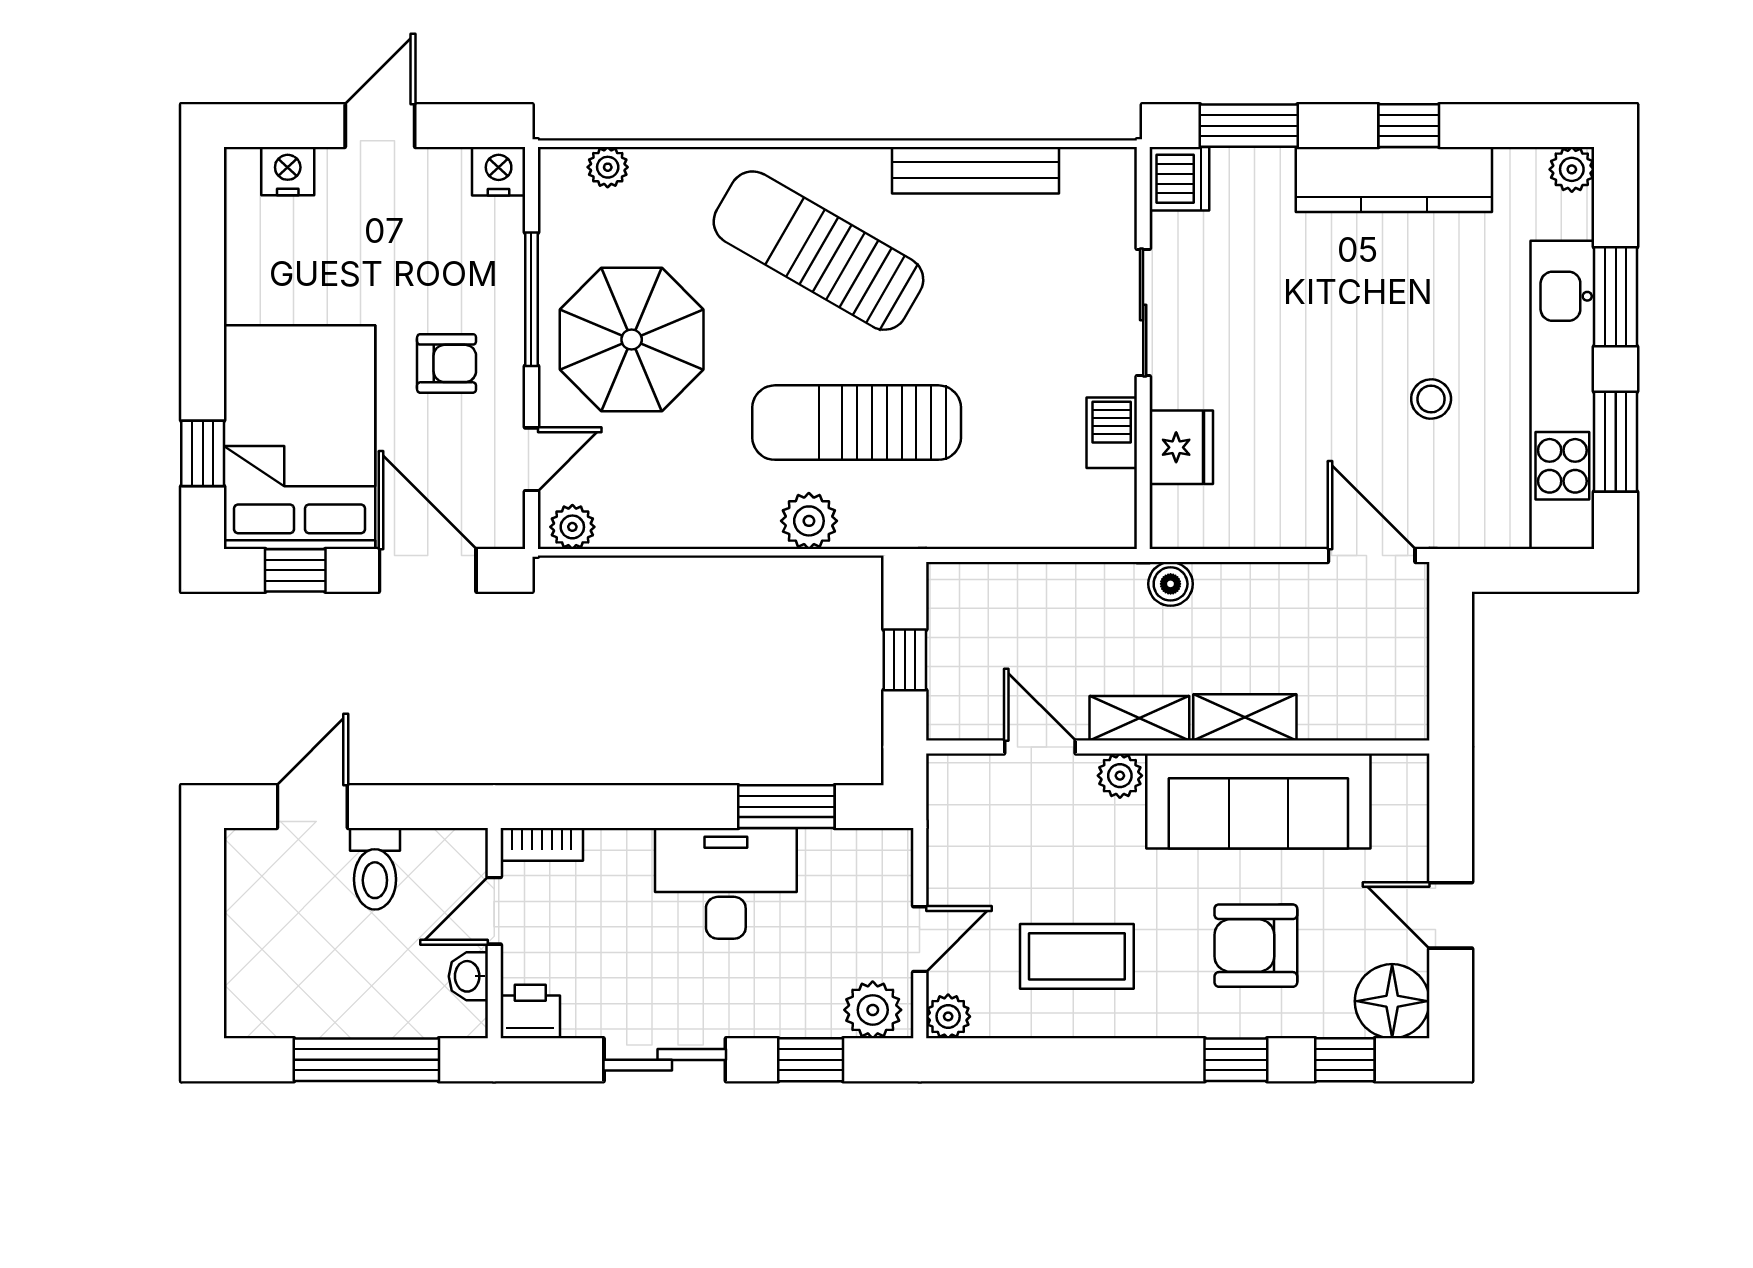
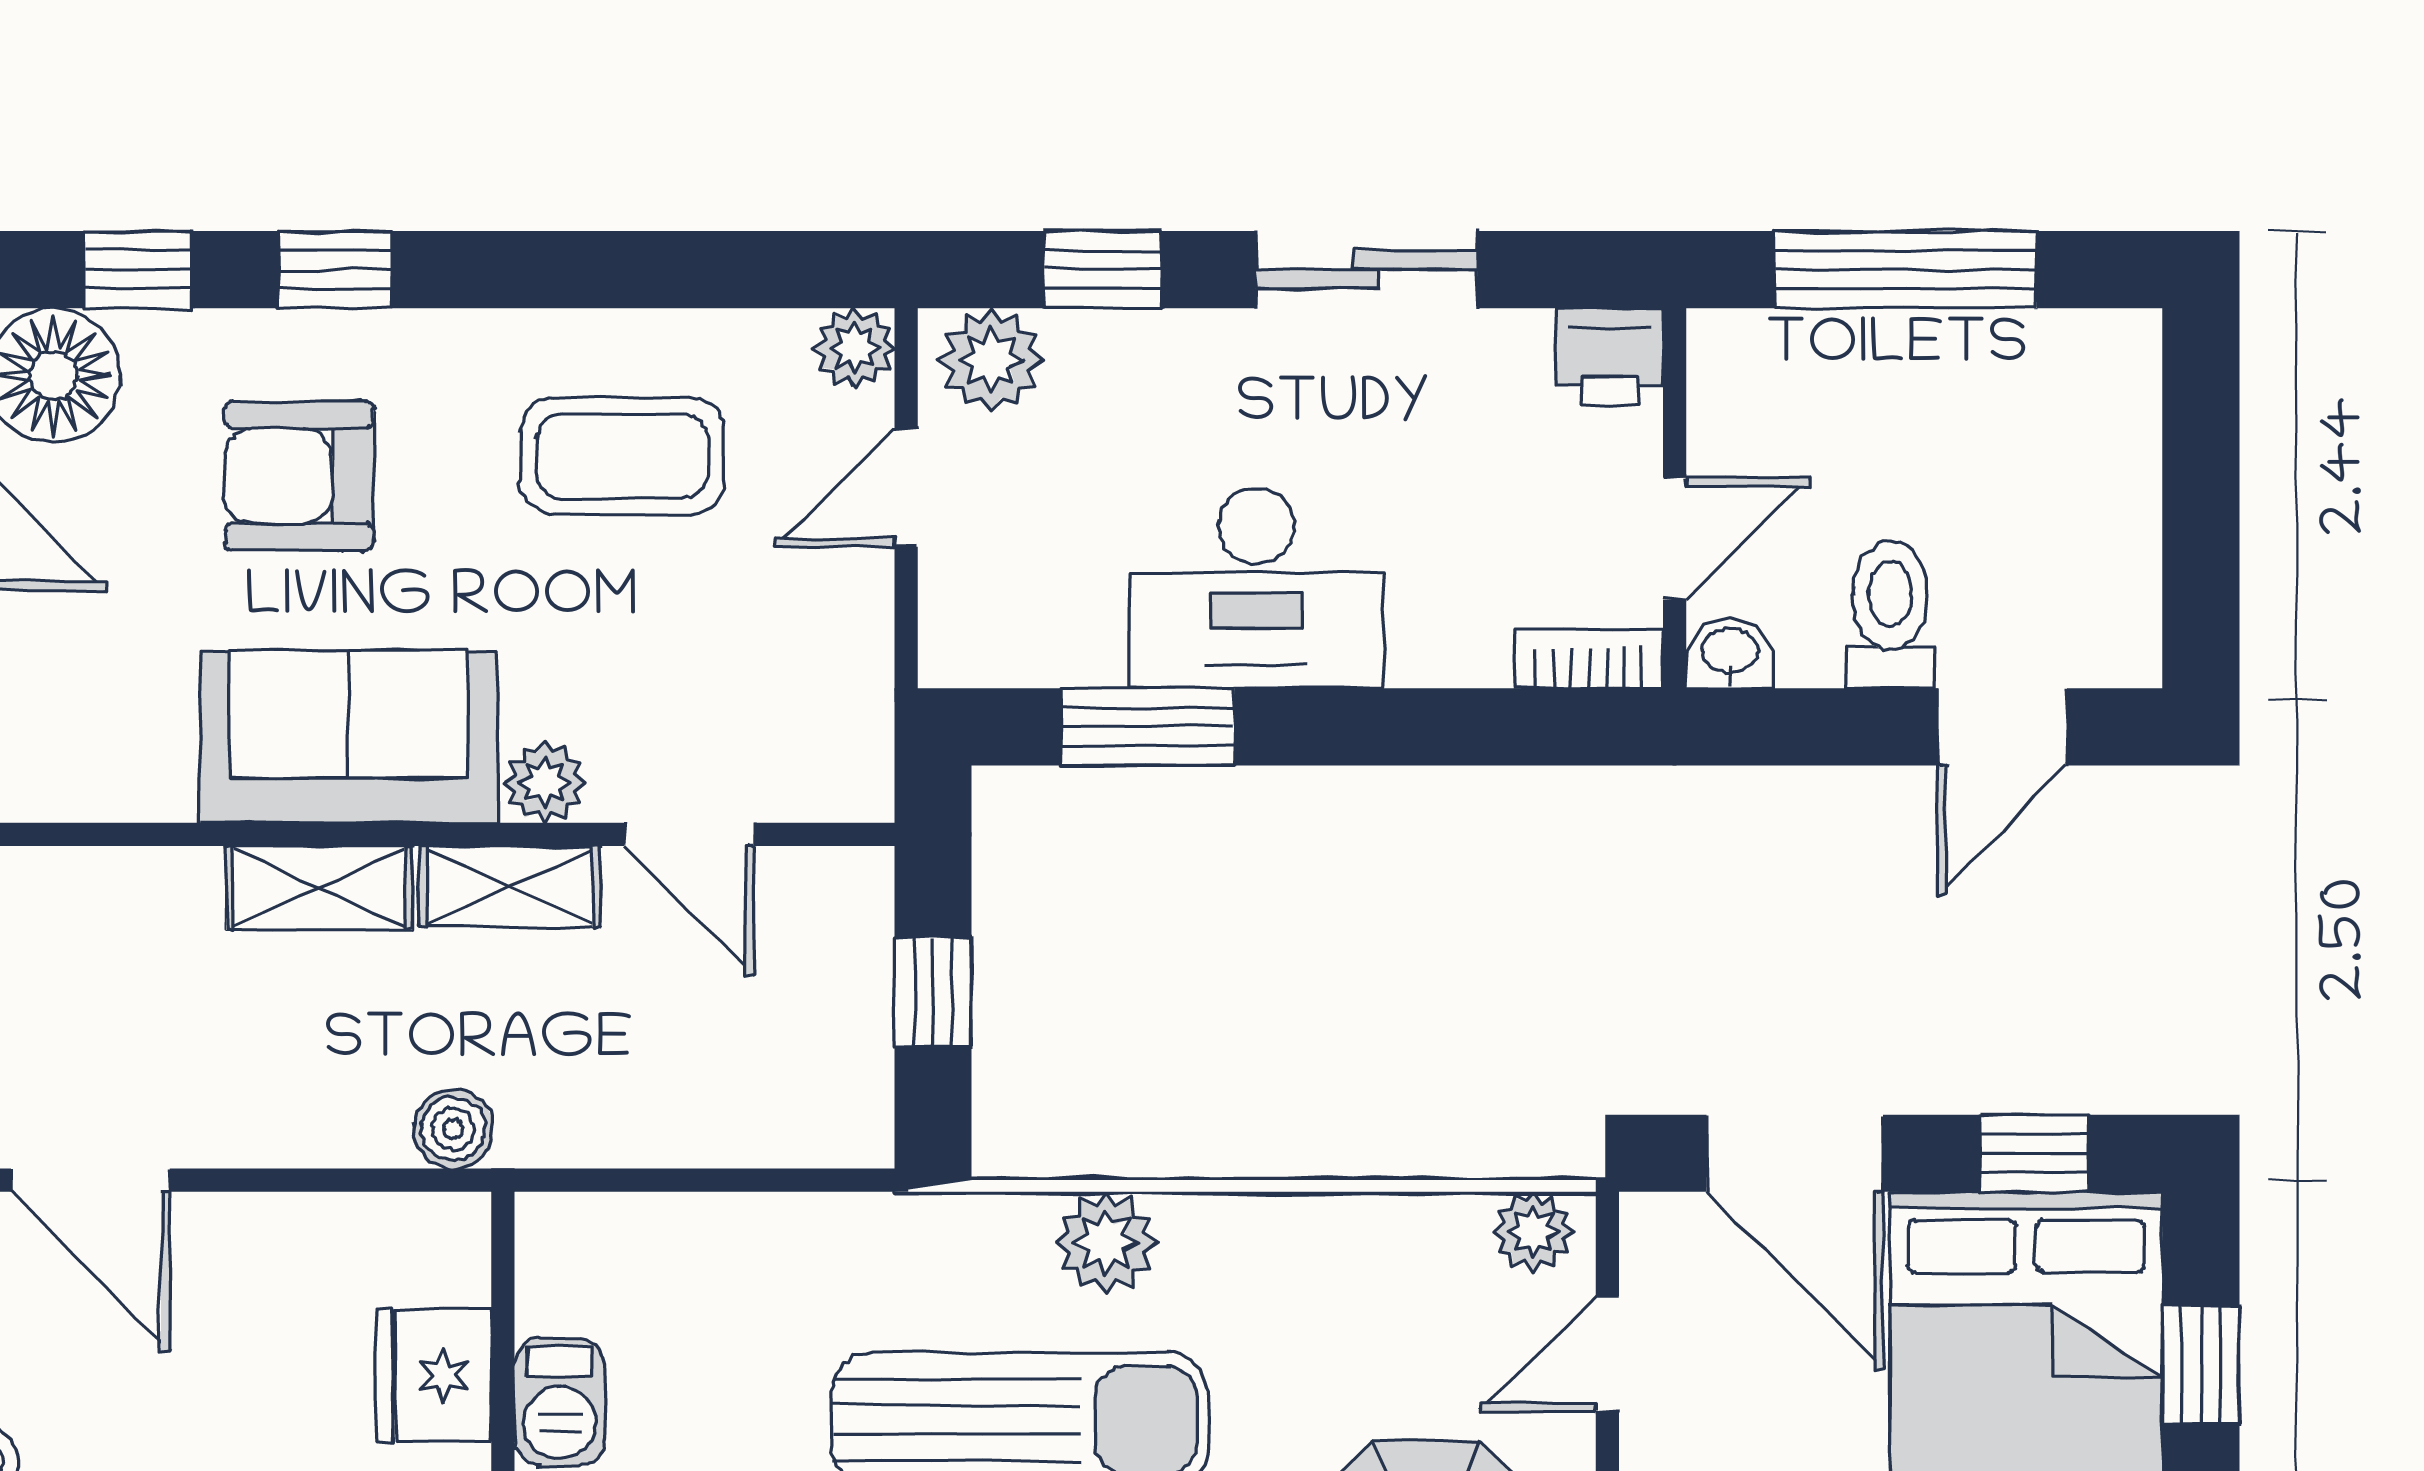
sofa: (1258, 801) -> (348, 737), width x0.73
armchair: (1256, 946) -> (299, 476), turned 180
washbasin: (468, 976) -> (1730, 653), moved, turned -90

